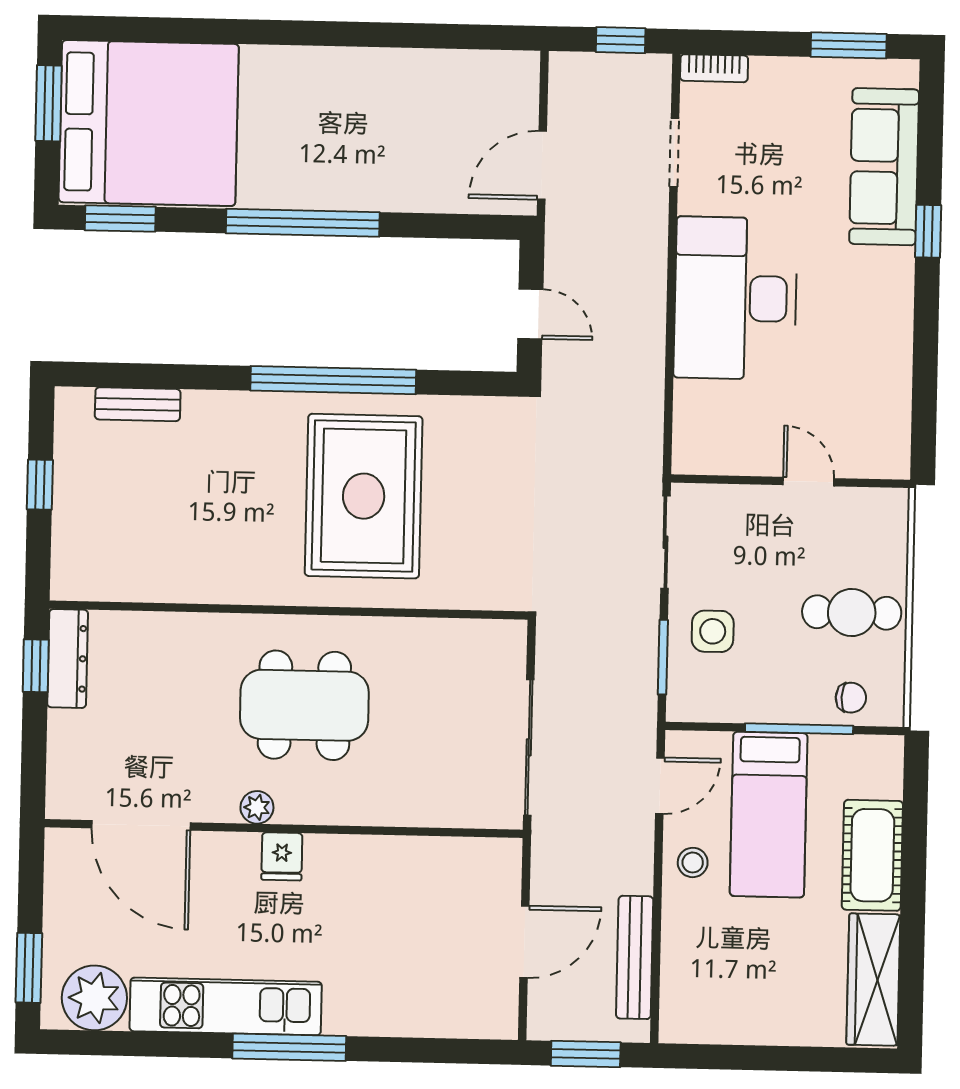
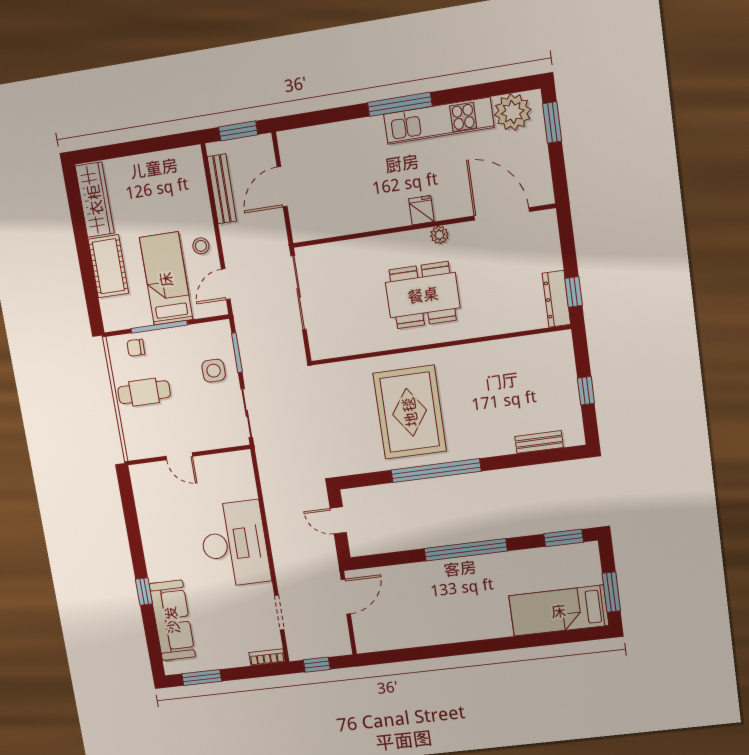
bed: (149, 123) -> (559, 611), width x0.49

